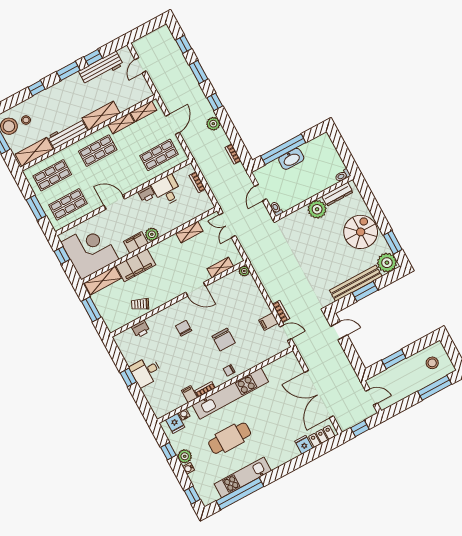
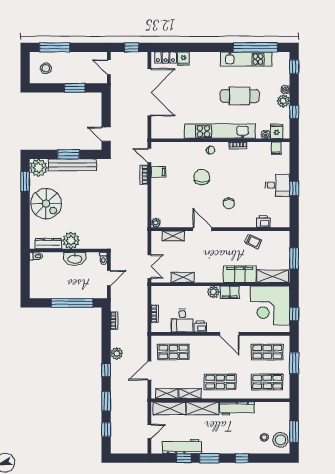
shelving: (34, 152) -> (169, 408), moved
washbasin: (291, 159) -> (75, 259), moved, turned 180
spiral stairs: (361, 232) -> (46, 204), turned -90
filing cabinet: (189, 394) -> (276, 148), moved

